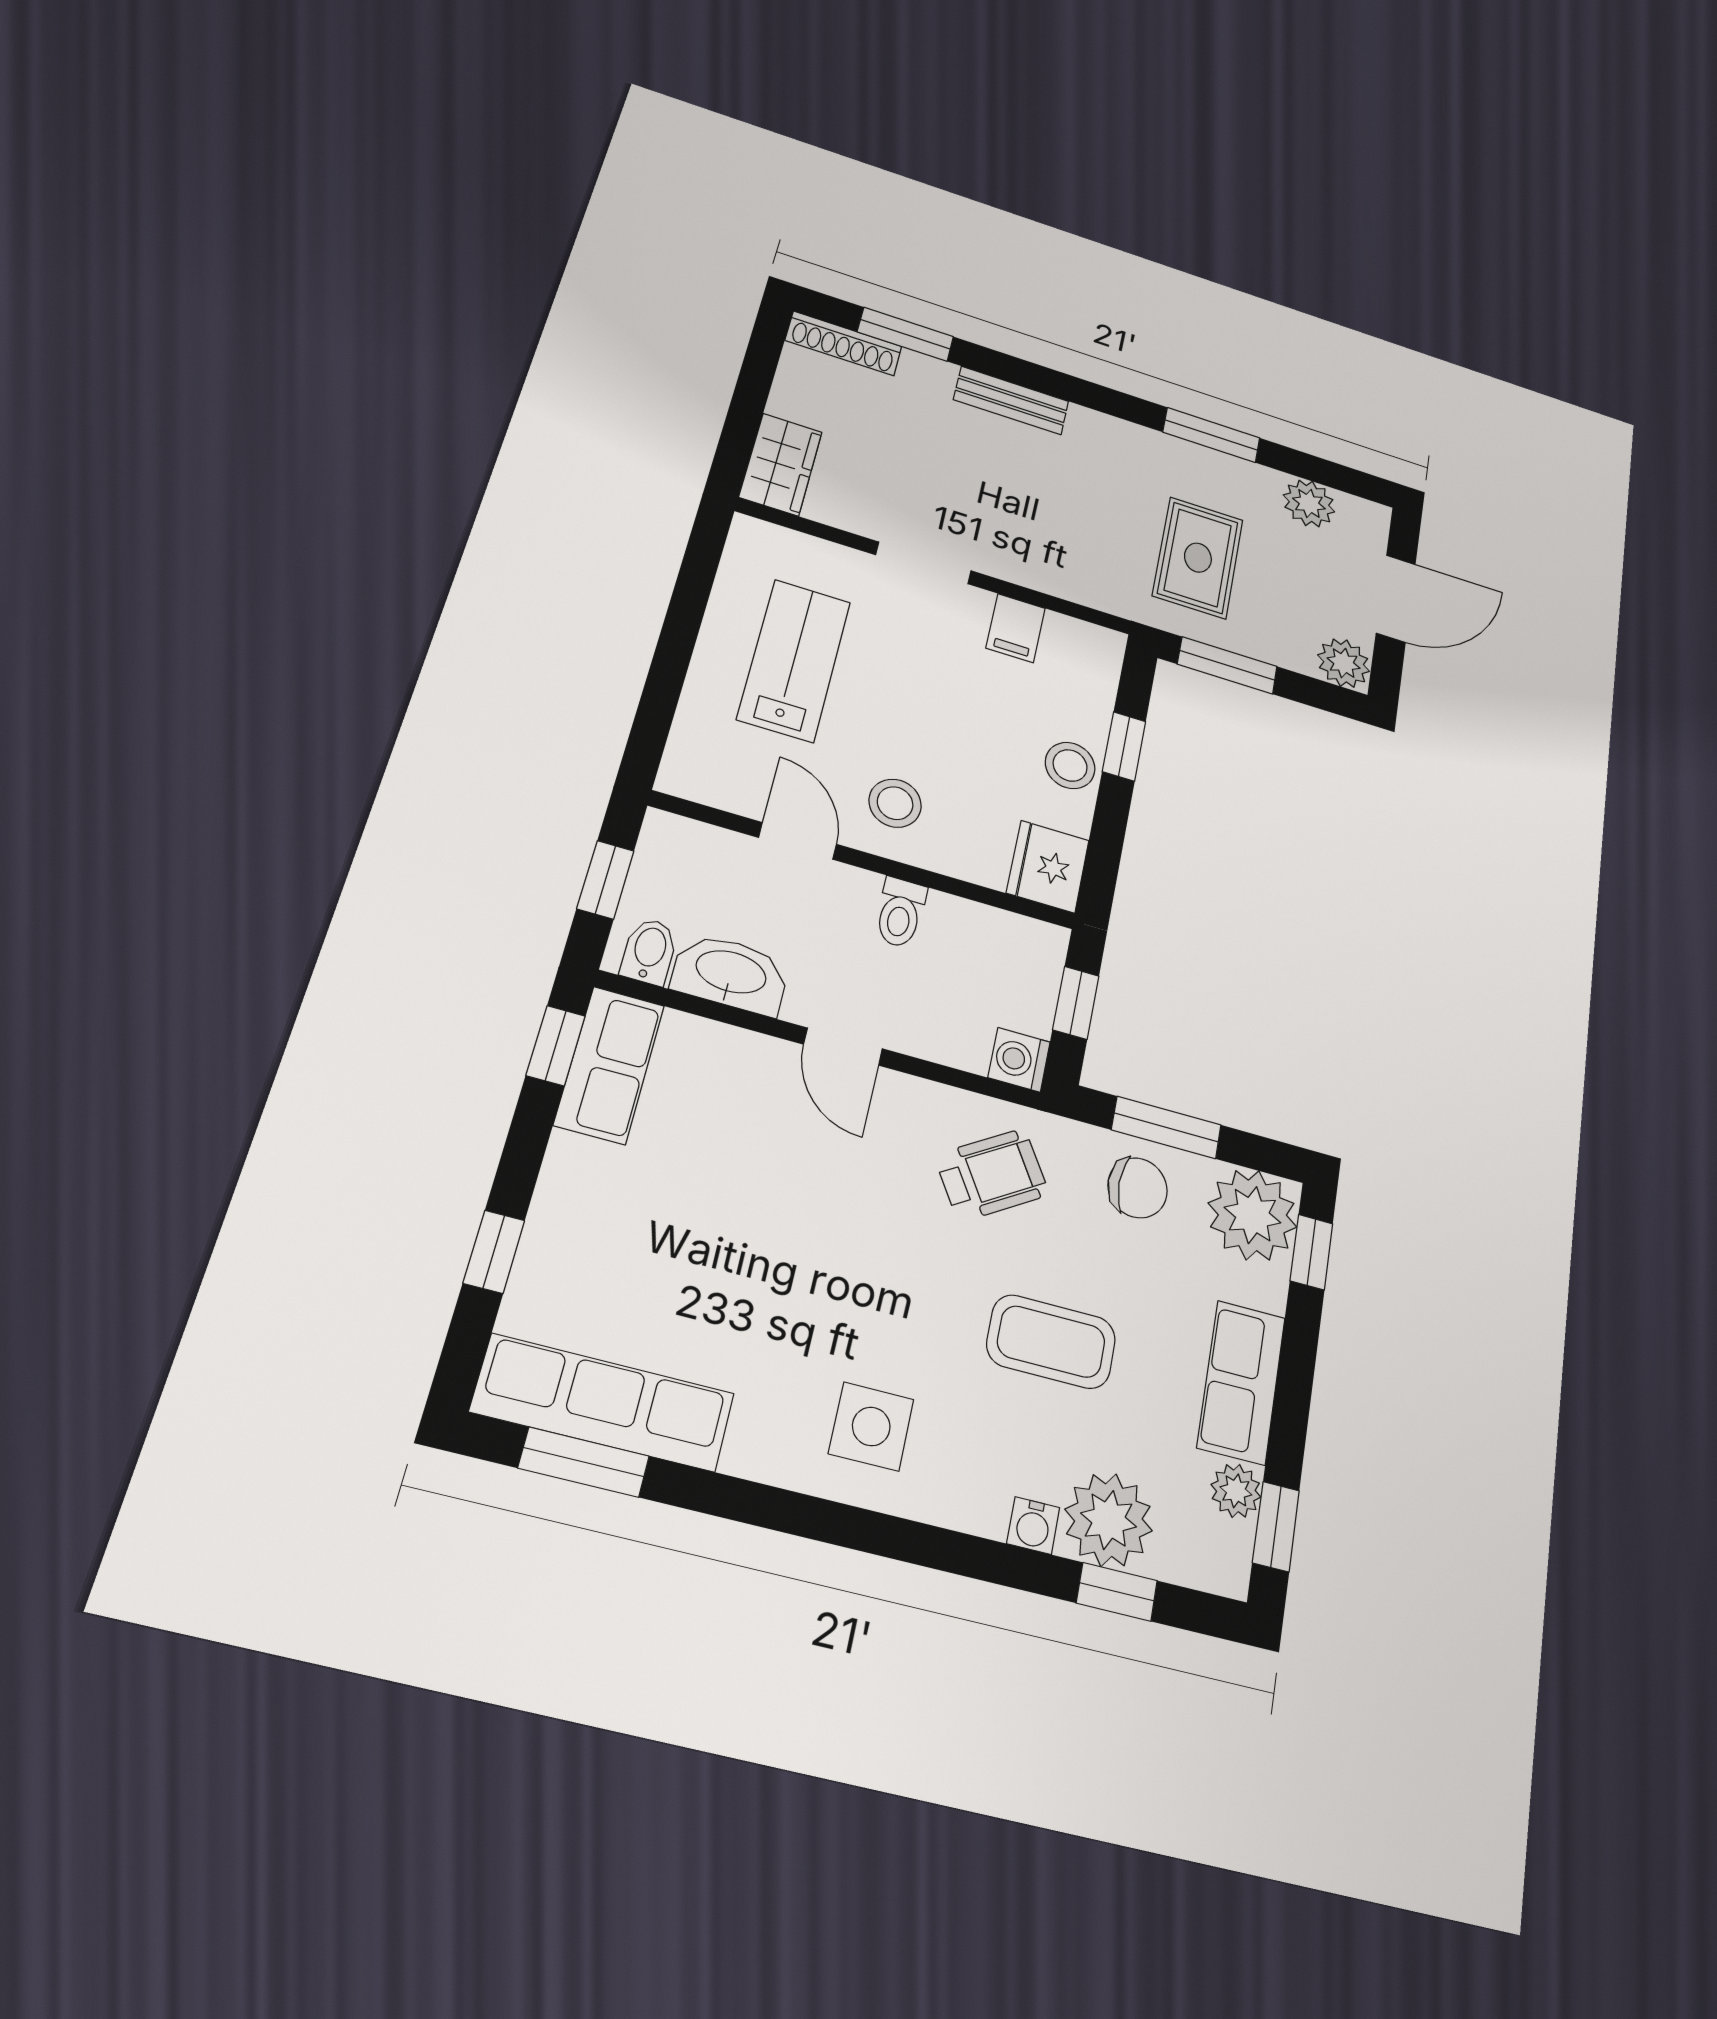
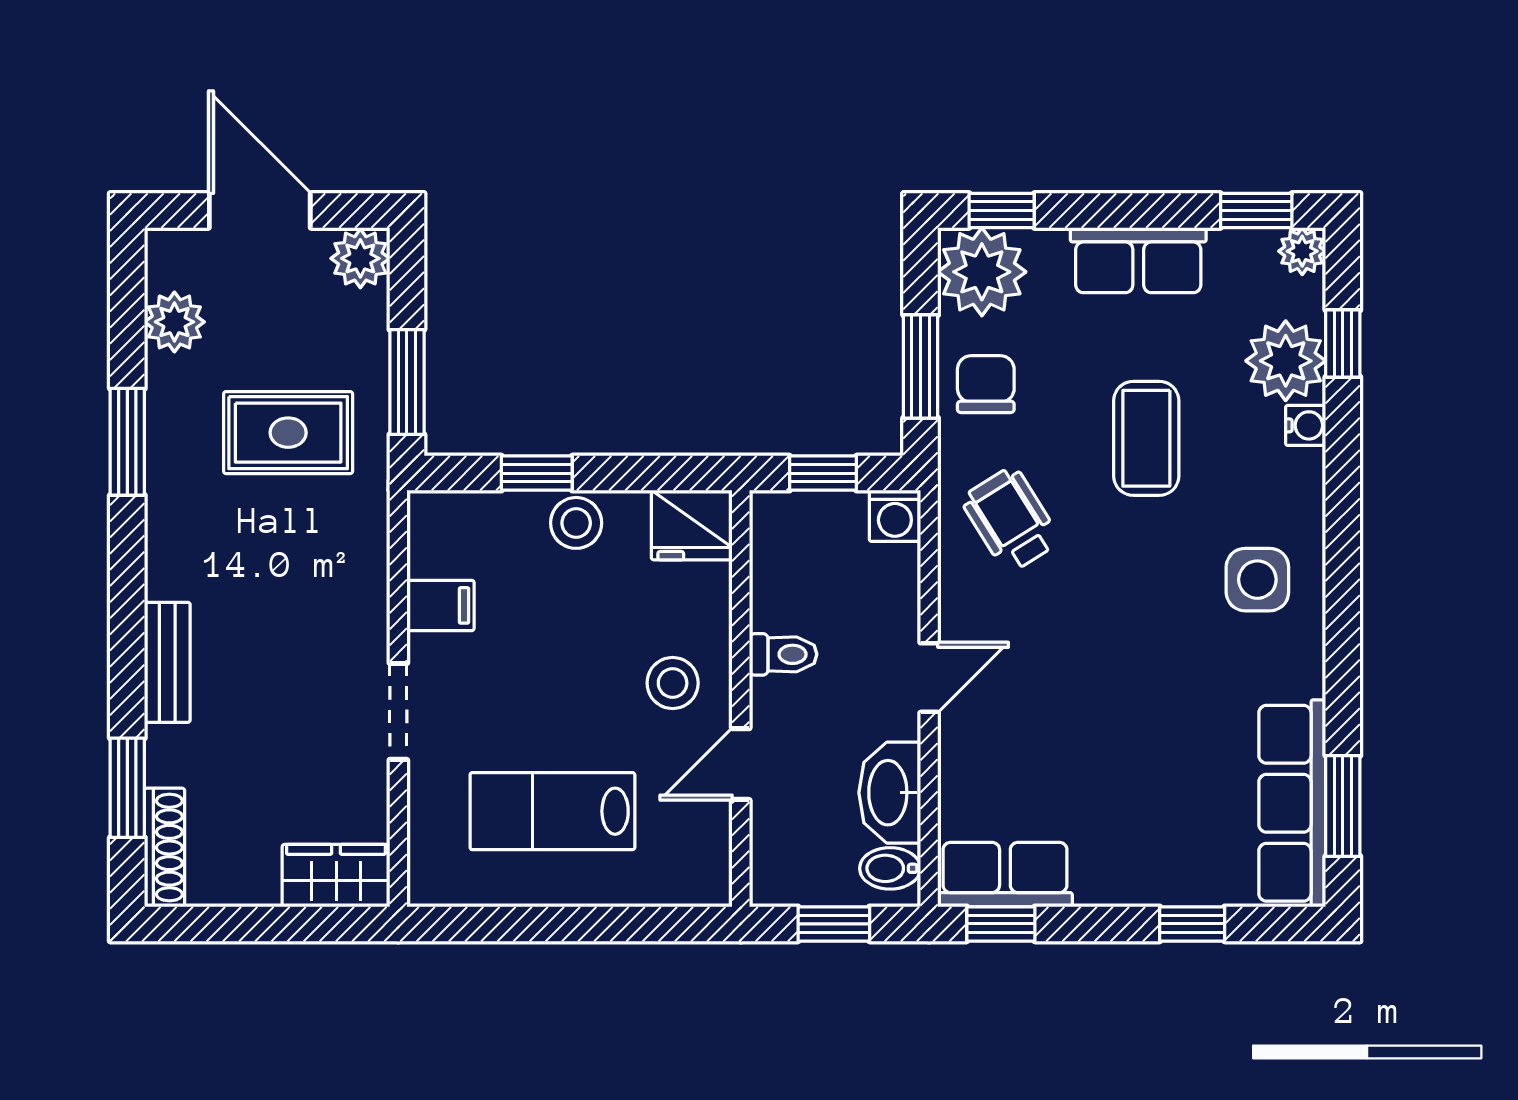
plant: (1236, 1491) -> (1302, 251), moved

